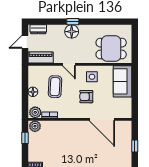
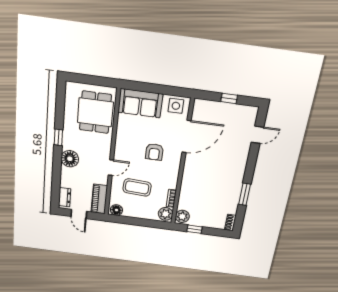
window: (73, 22) -> (58, 137), moved
side table: (92, 77) -> (176, 106), moved
floor lamp: (33, 92) -> (116, 210), moved

